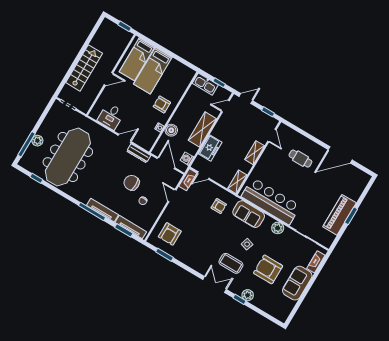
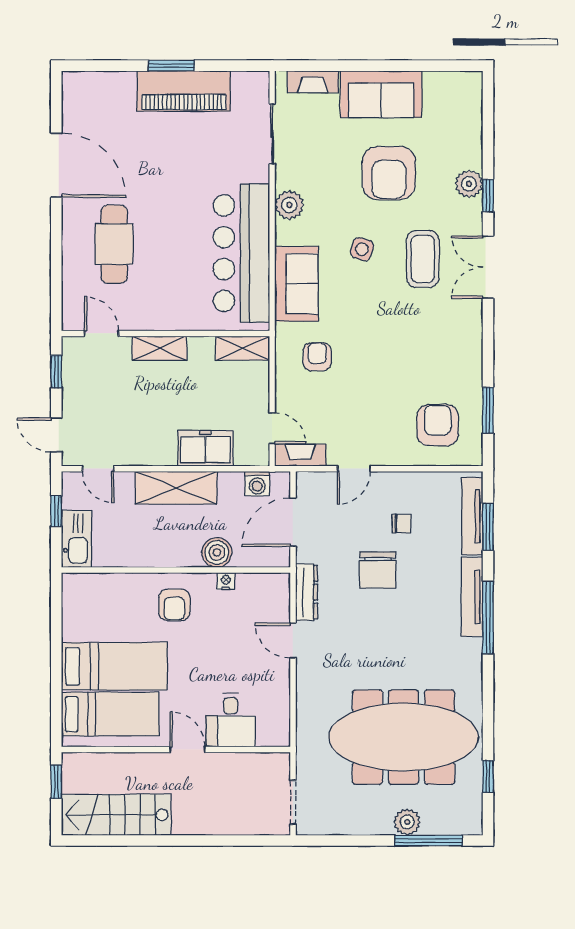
stairs: (84, 68) -> (116, 815), moved
desk: (111, 116) -> (231, 720), moved, turned 90
door: (272, 136) -> (101, 333), hinge flipped
cafe table: (300, 159) -> (114, 244), width x1.37, depth x1.35
armchair: (170, 234) -> (438, 425), turned -90

